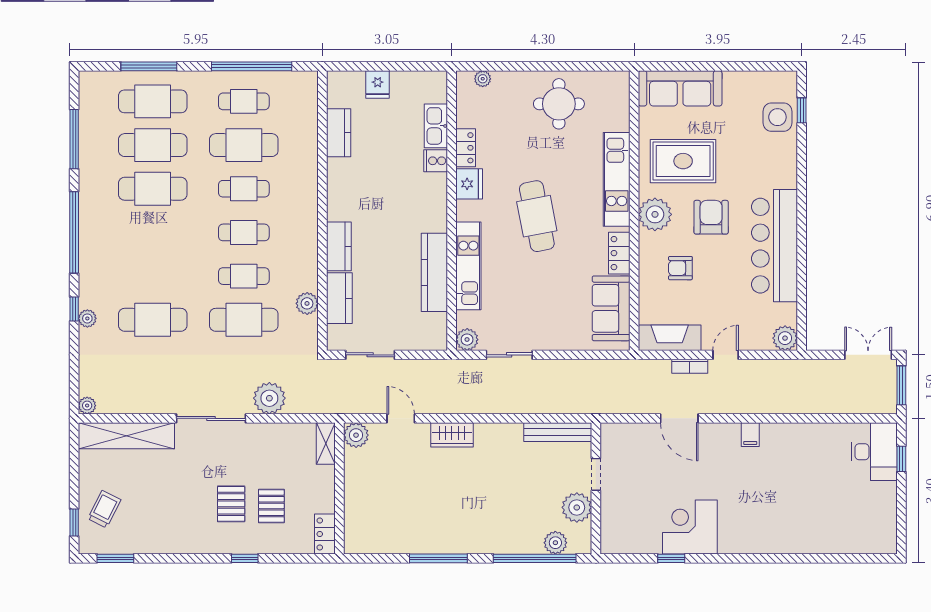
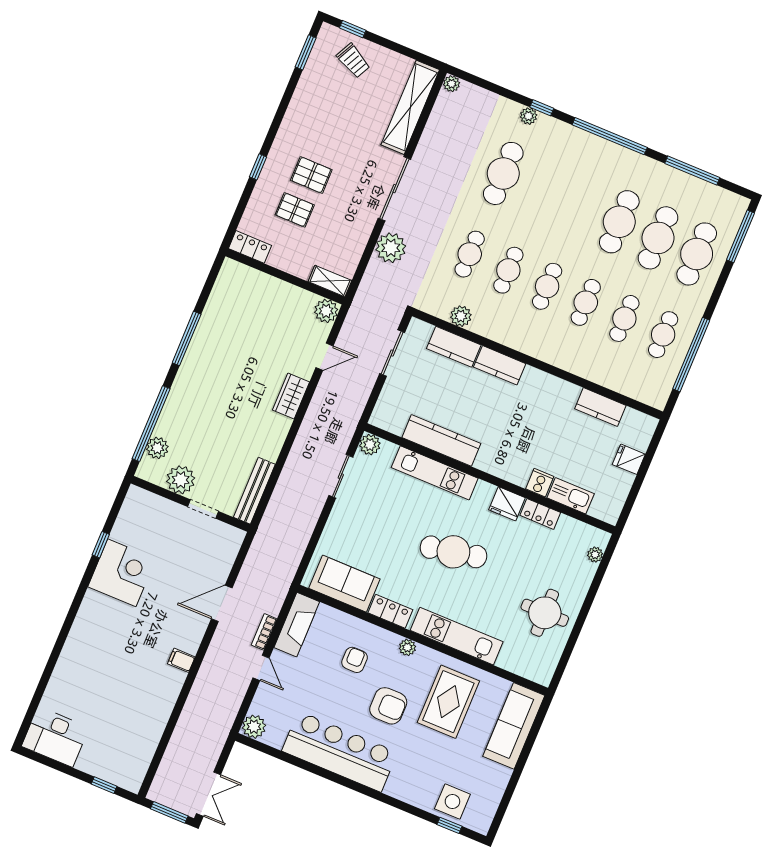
window: (149, 66) -> (740, 236), moved
cafe table: (244, 145) -> (624, 318), width x0.73, depth x0.74
plant: (655, 214) -> (407, 647), width x0.53, depth x0.53
cafe table: (244, 320) -> (470, 254), width x0.73, depth x0.74
desk: (874, 452) -> (55, 737), moved

